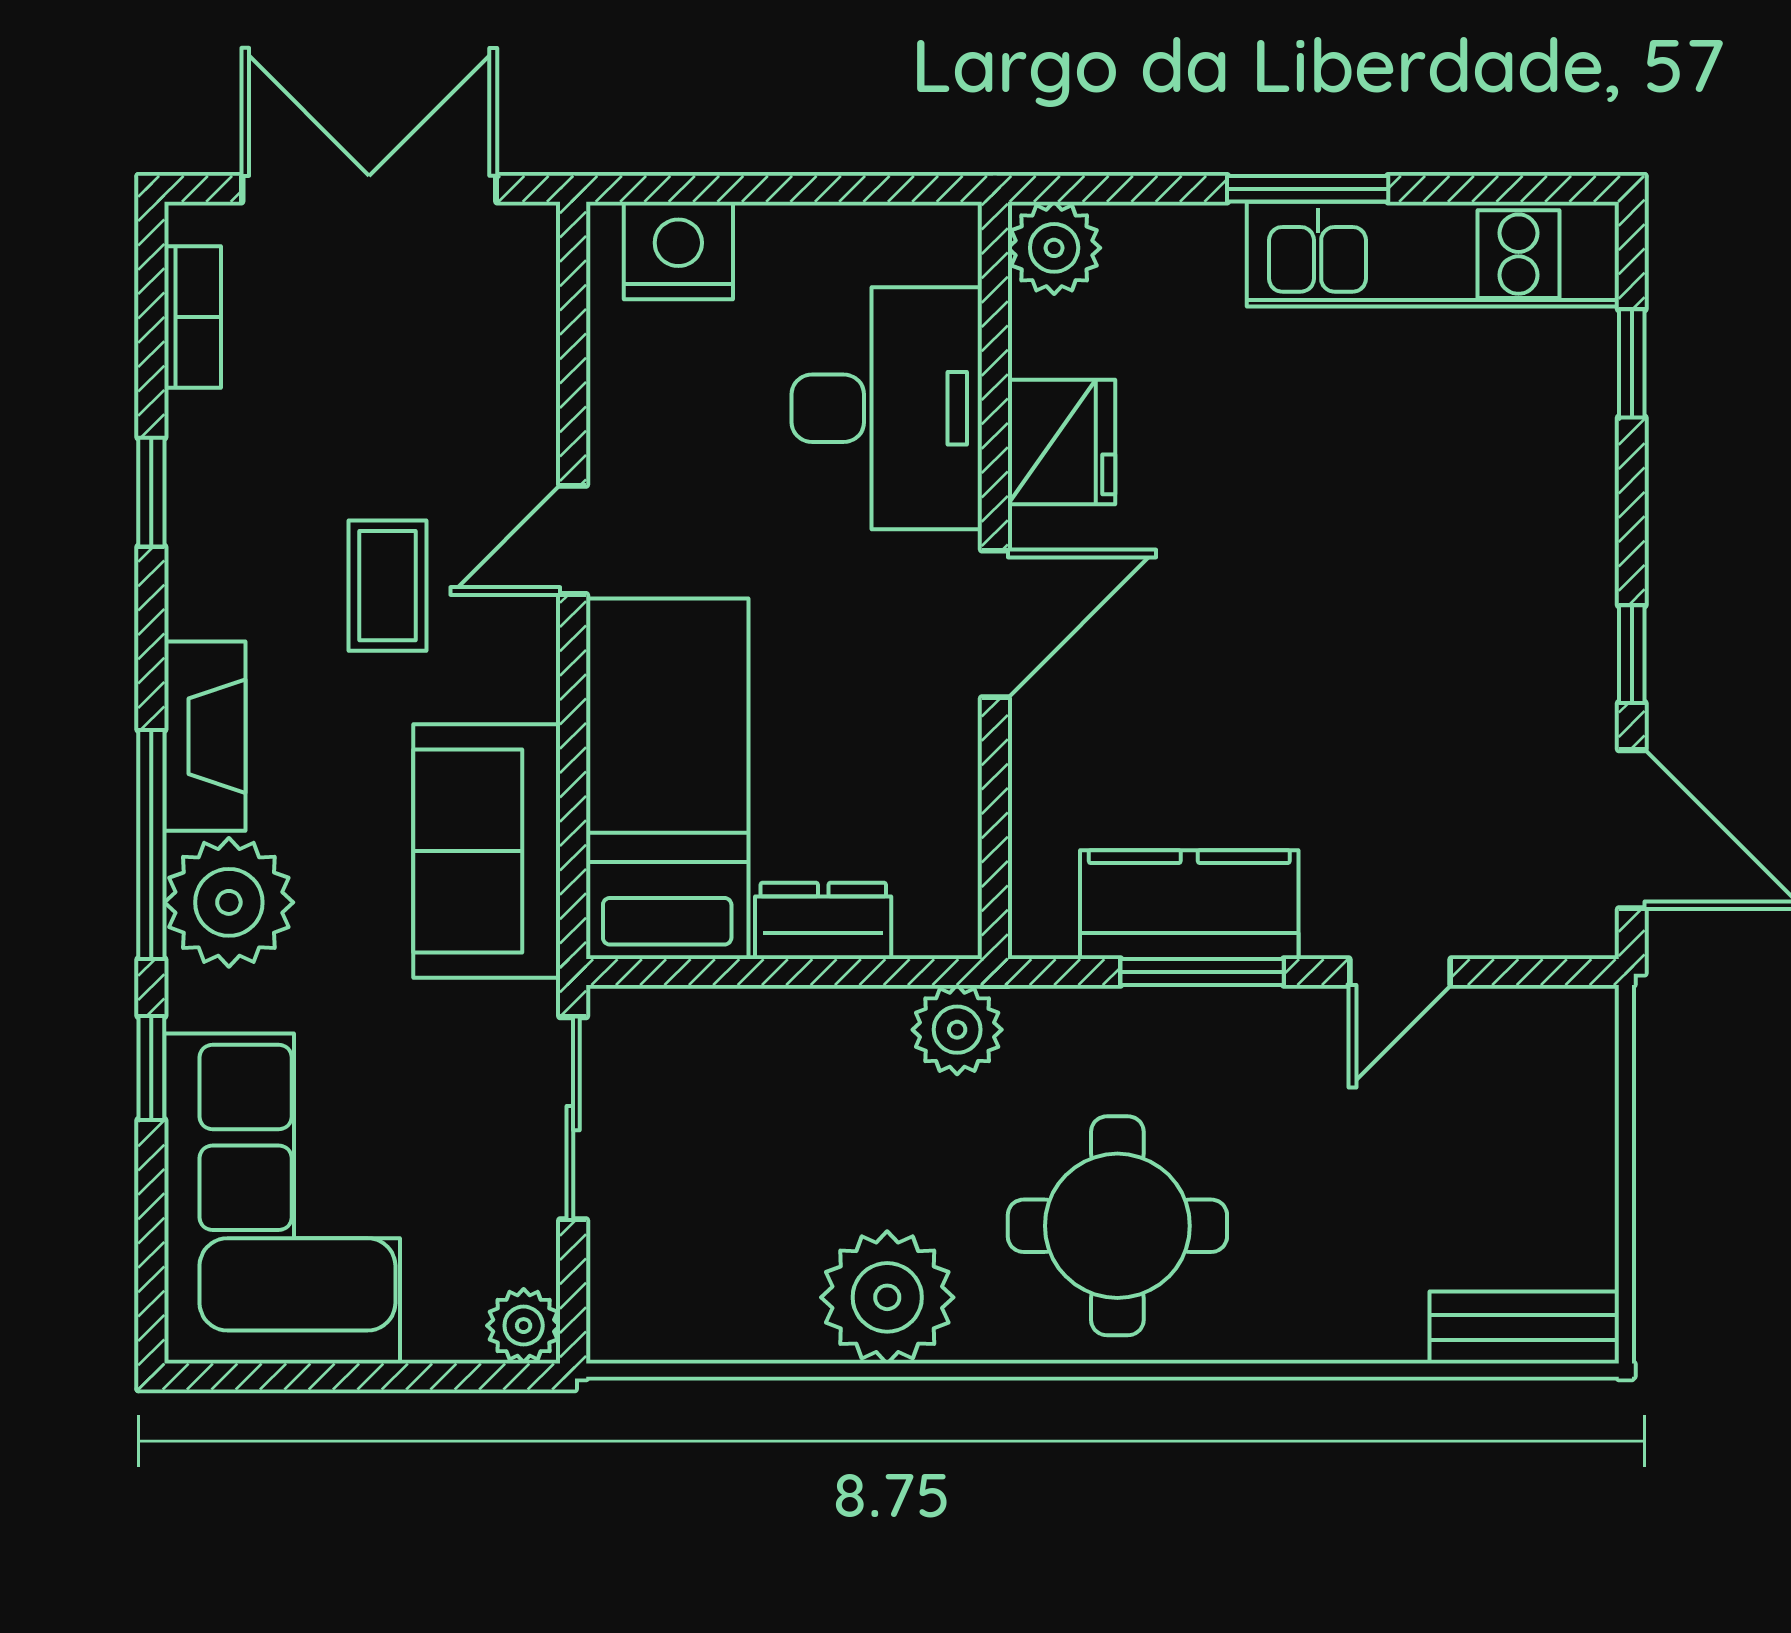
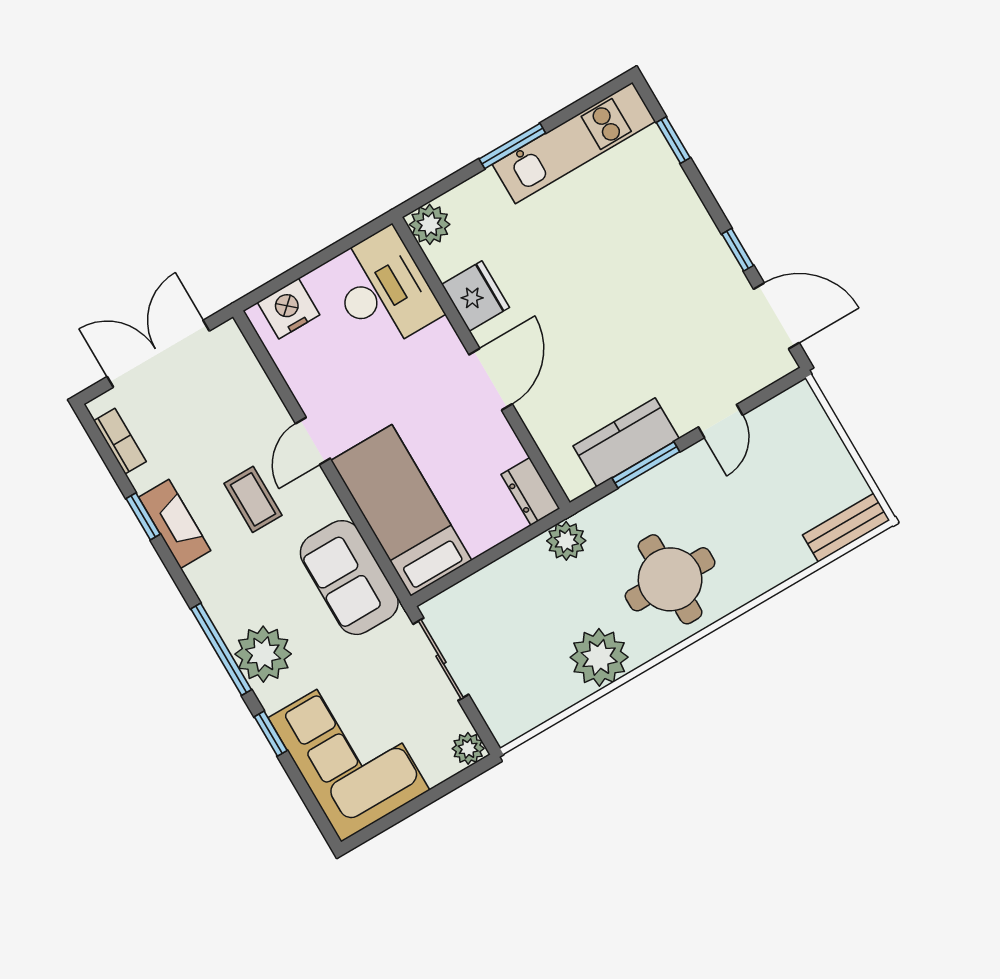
desk: (887, 408) -> (383, 290), moved
fireplace: (205, 736) -> (175, 524), moved
dresser: (823, 921) -> (530, 492), moved, turned -90

